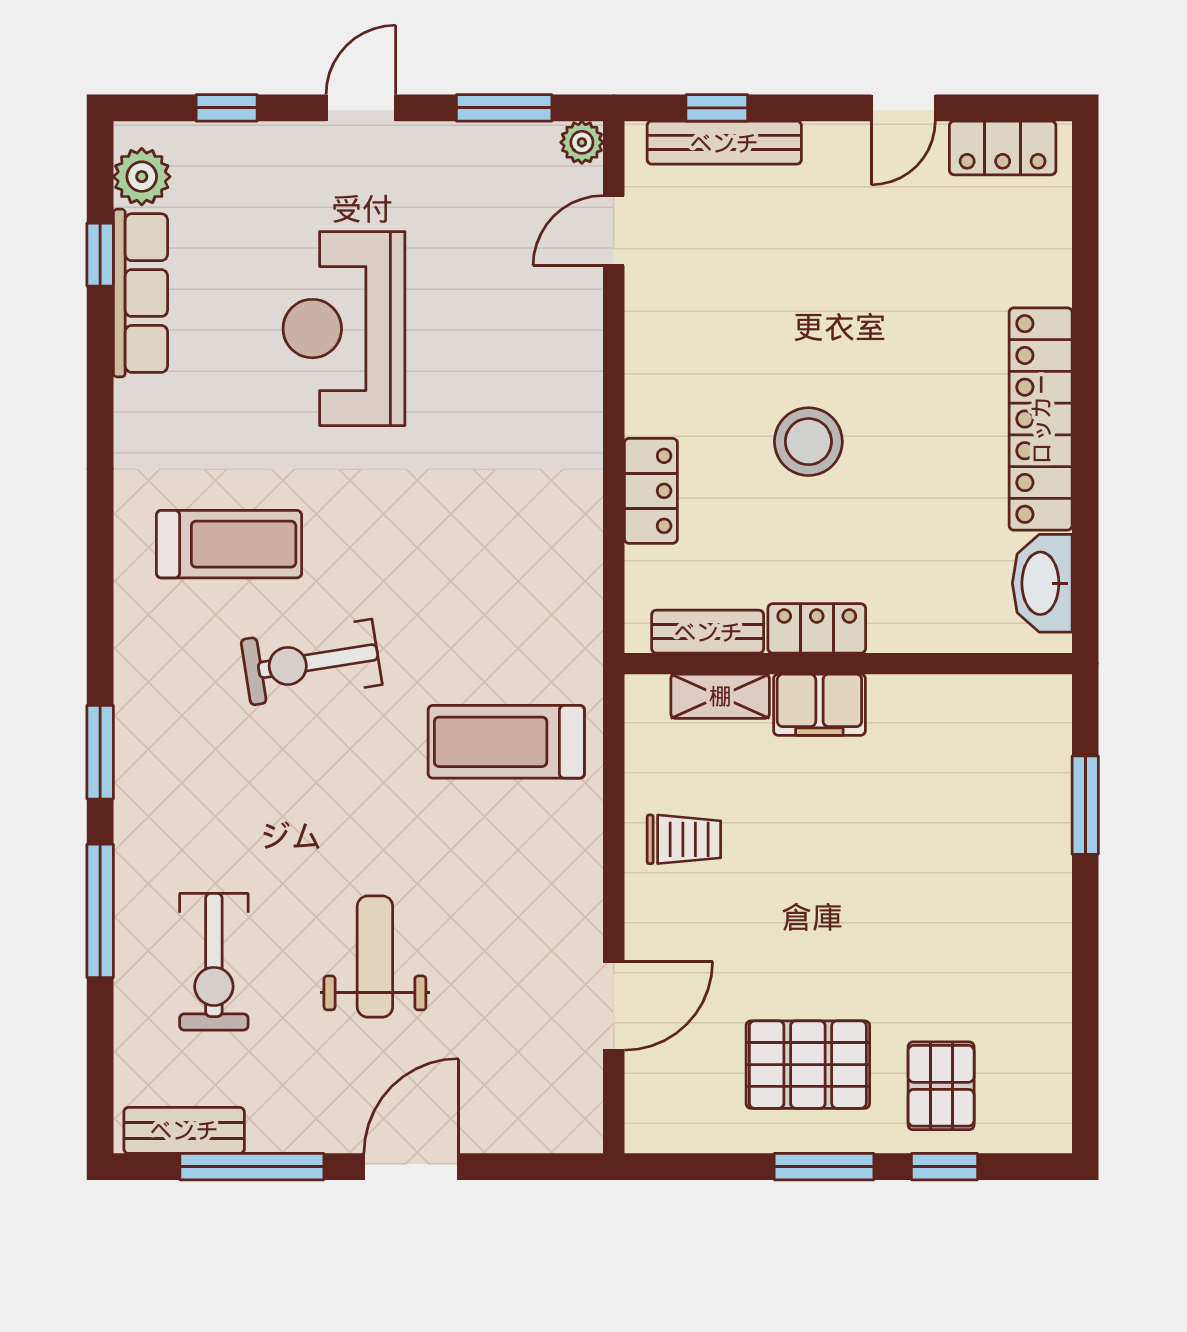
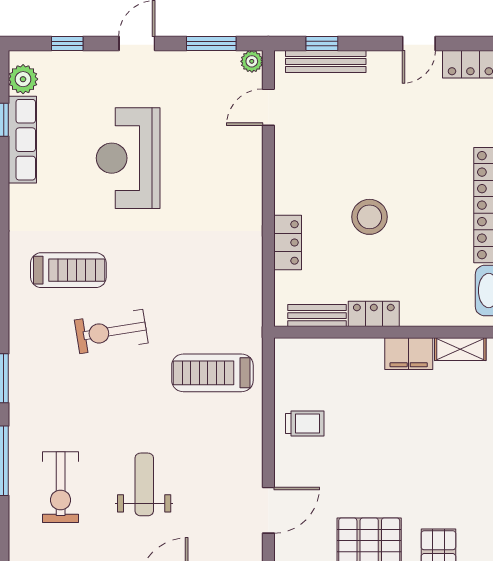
shelving: (720, 696) -> (460, 349), moved
filing cabinet: (819, 705) -> (409, 354), moved

